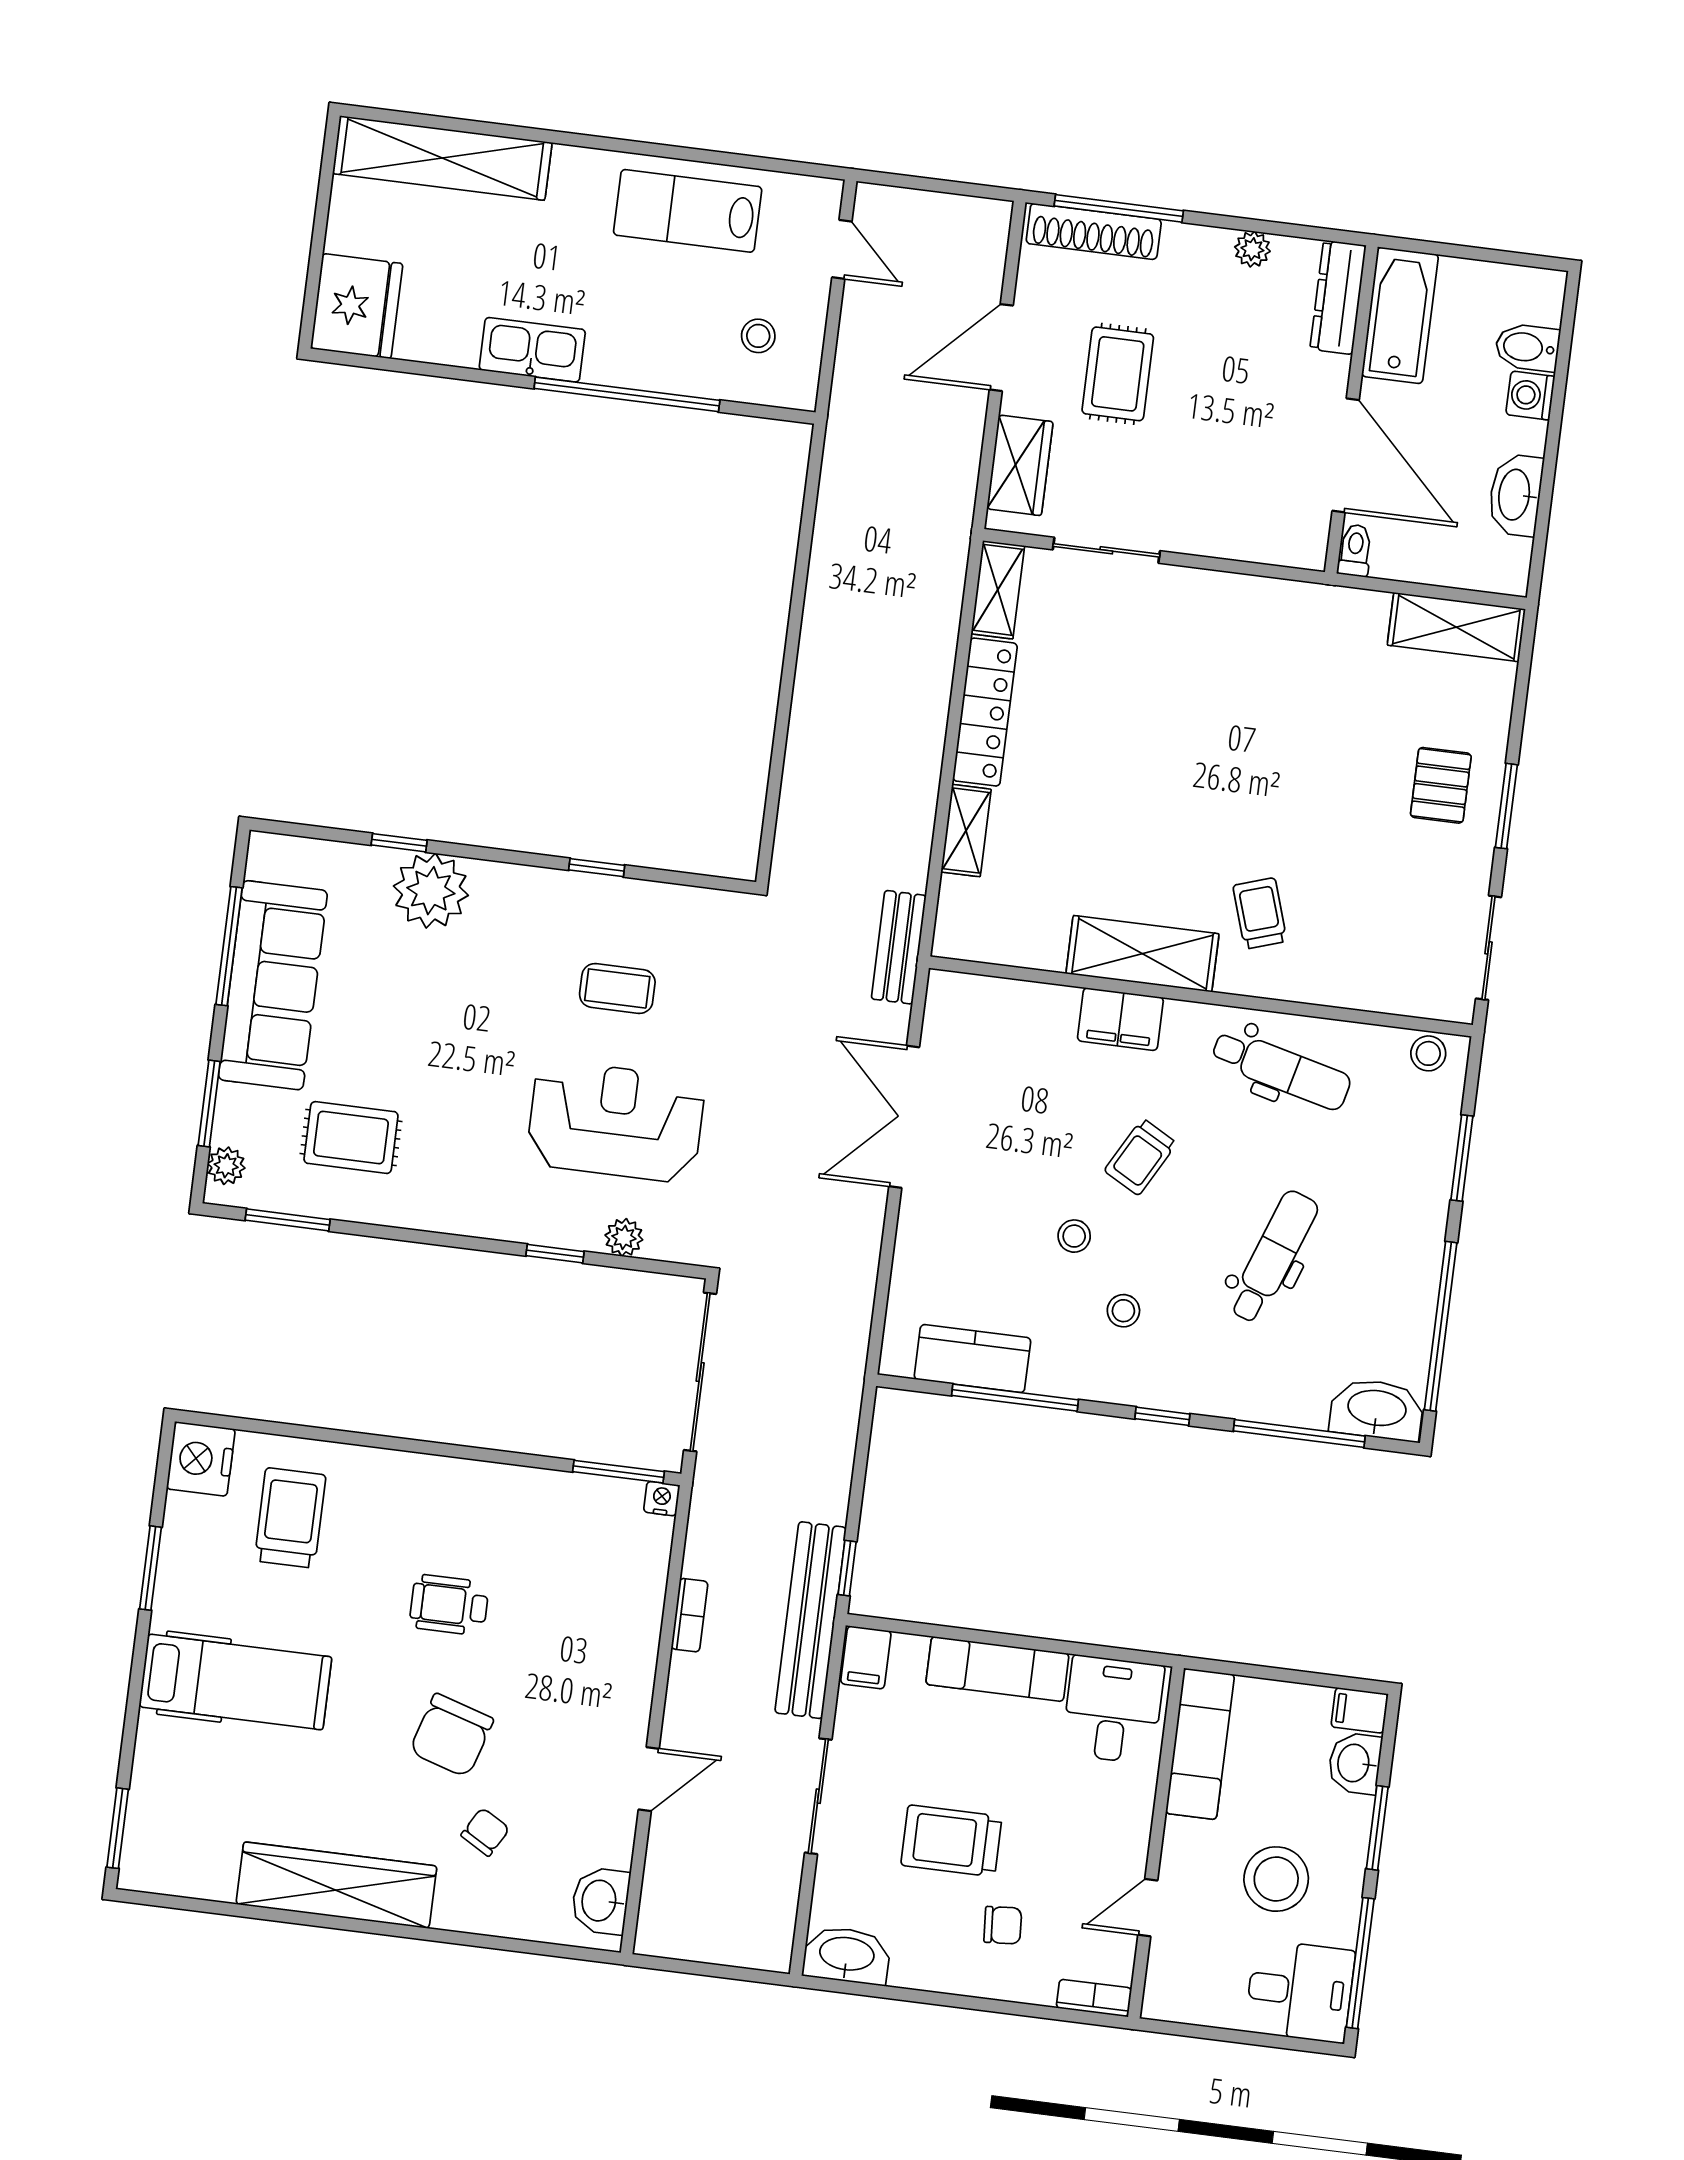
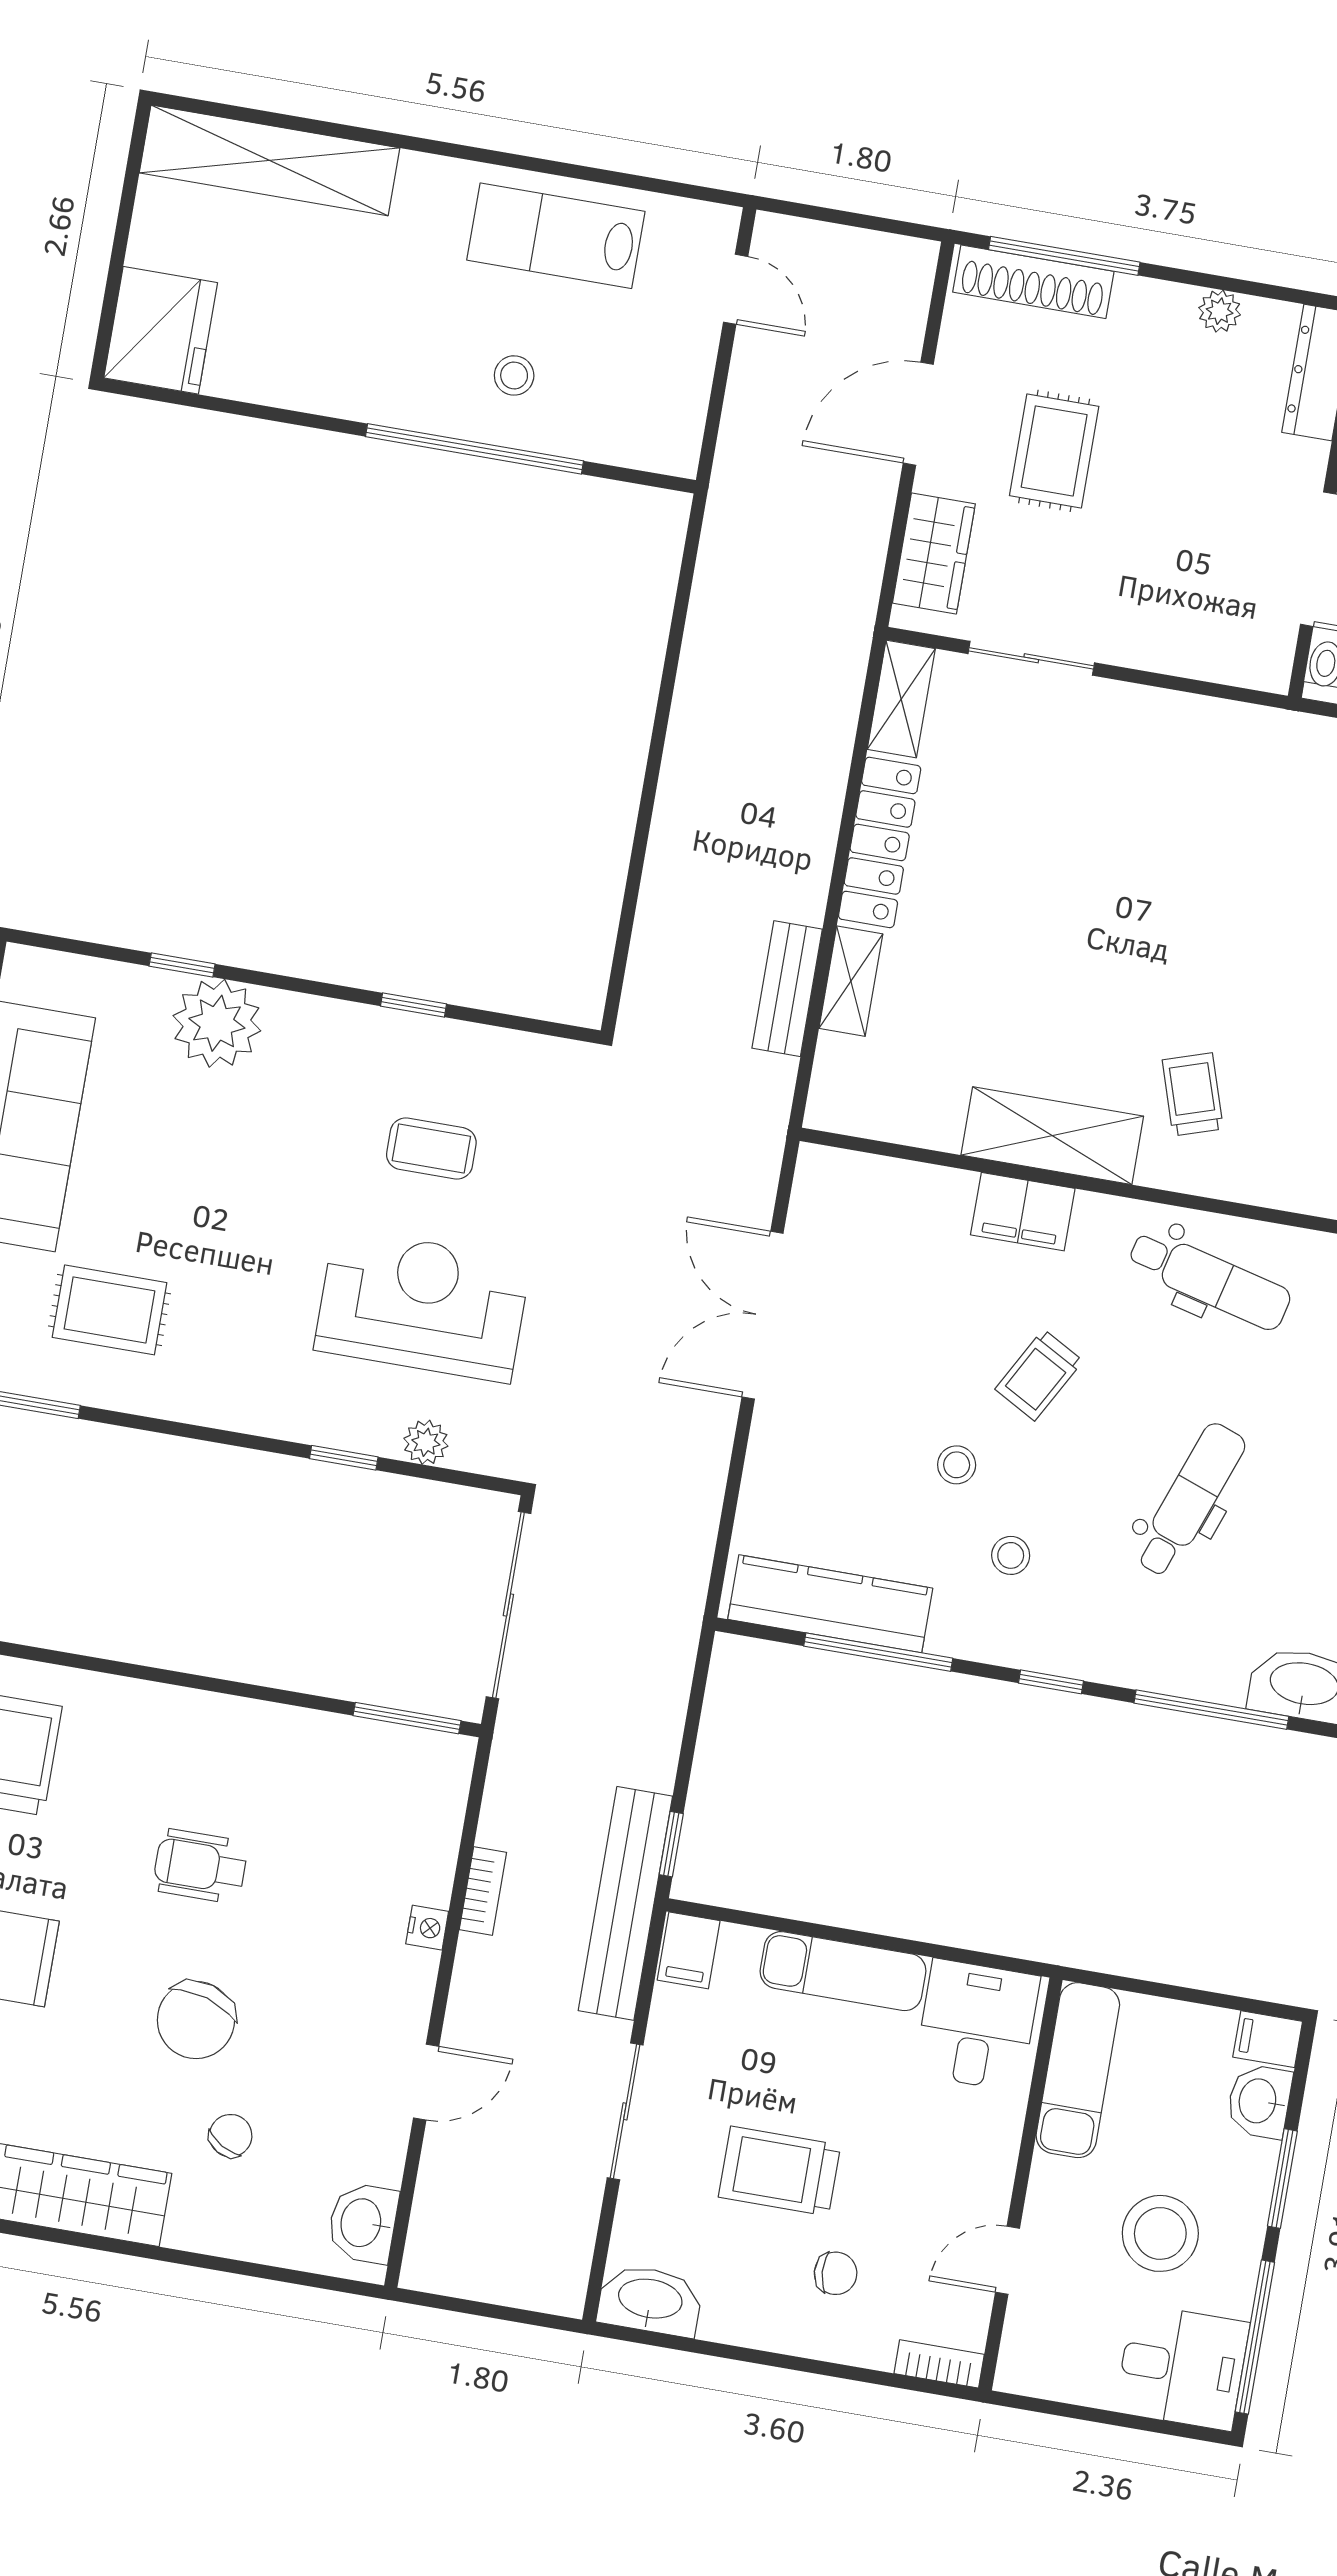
stool: (758, 336) -> (514, 375), moved
kitchen sink: (532, 350) -> (365, 391), removed
bench: (899, 947) -> (787, 989), moved
kitchen counter: (972, 1359) -> (830, 1604), width x1.50
nightstand: (662, 1499) -> (427, 1928), moved, turned 90

